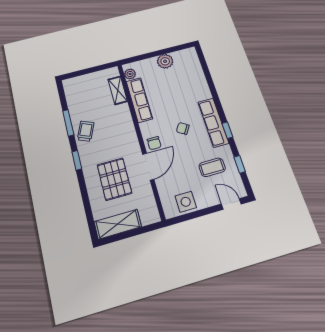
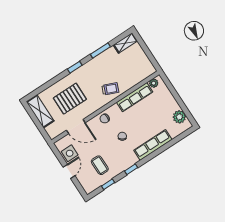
plant: (165, 61) -> (179, 117), moved
shelving: (118, 90) -> (125, 43), moved
row of seats: (213, 122) -> (153, 145), moved
trolley: (86, 131) -> (110, 89), moved
door: (148, 167) -> (76, 126), moved
door: (231, 204) -> (69, 171), moved

